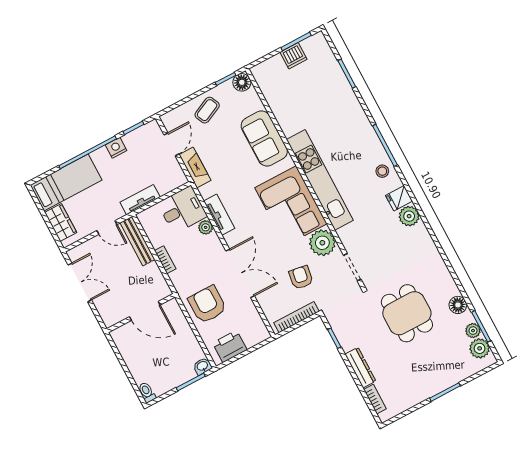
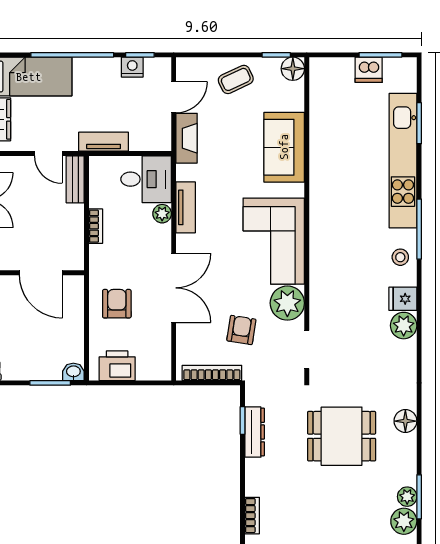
nightstand: (116, 148) -> (132, 67), moved
kitchen unit: (320, 180) -> (403, 161), moved, turned 180
bench: (137, 241) -> (75, 179), width x0.73
armchair: (207, 304) -> (117, 304), width x0.72, depth x0.72
floor lamp: (458, 305) -> (405, 421), moved
dining table: (407, 313) -> (342, 436), turned 90
dresser: (360, 368) -> (255, 432), moved

